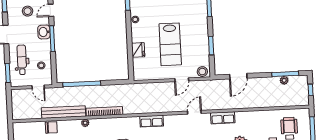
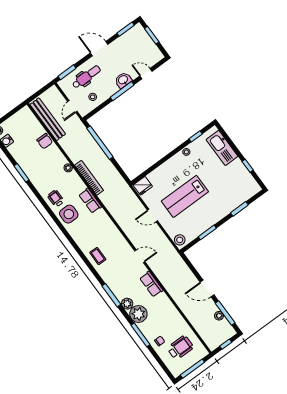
stool: (28, 11) -> (132, 54), removed
fridge: (138, 50) -> (143, 186), moved
door: (238, 76) -> (207, 288), moved
door: (182, 80) -> (152, 216), moved
bench: (64, 112) -> (48, 119), moved
row of seats: (152, 121) -> (90, 201), moved

